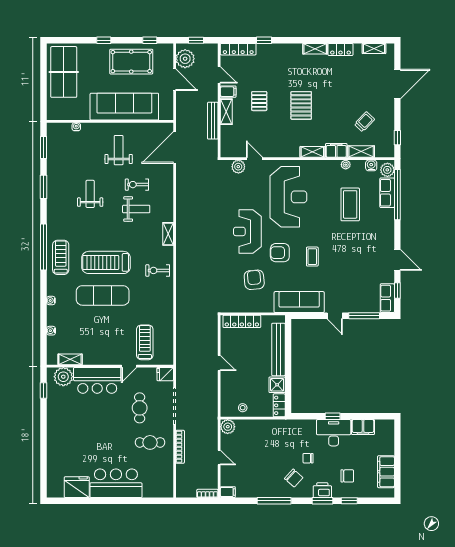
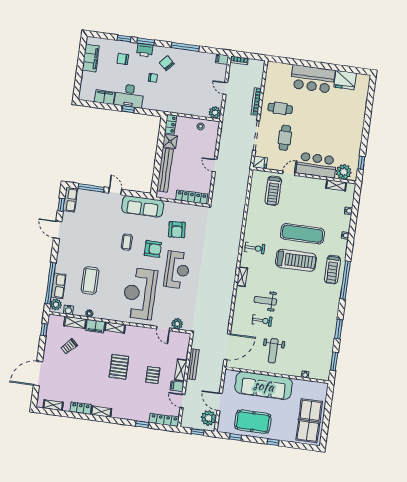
weight bench: (90, 194) -> (301, 318), removed

